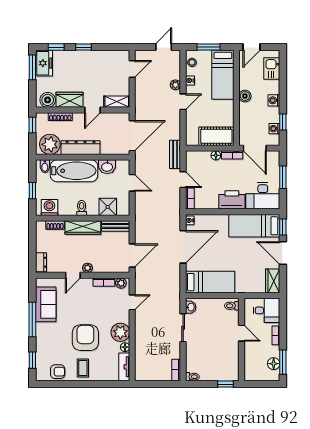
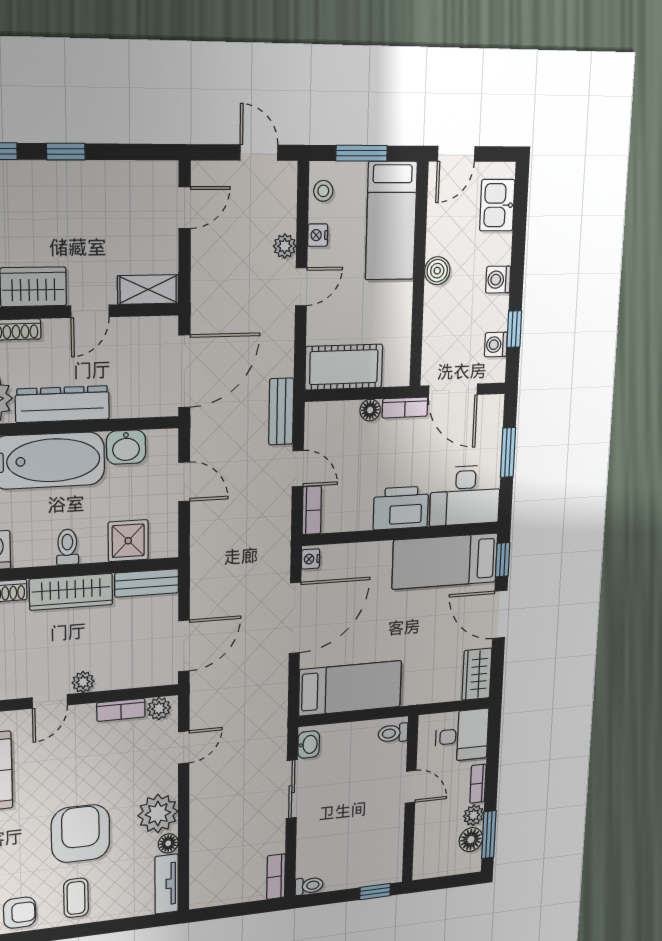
door: (164, 47) -> (259, 153), hinge flipped
cot: (216, 136) -> (344, 367), moved
plant: (274, 351) -> (474, 815), added

